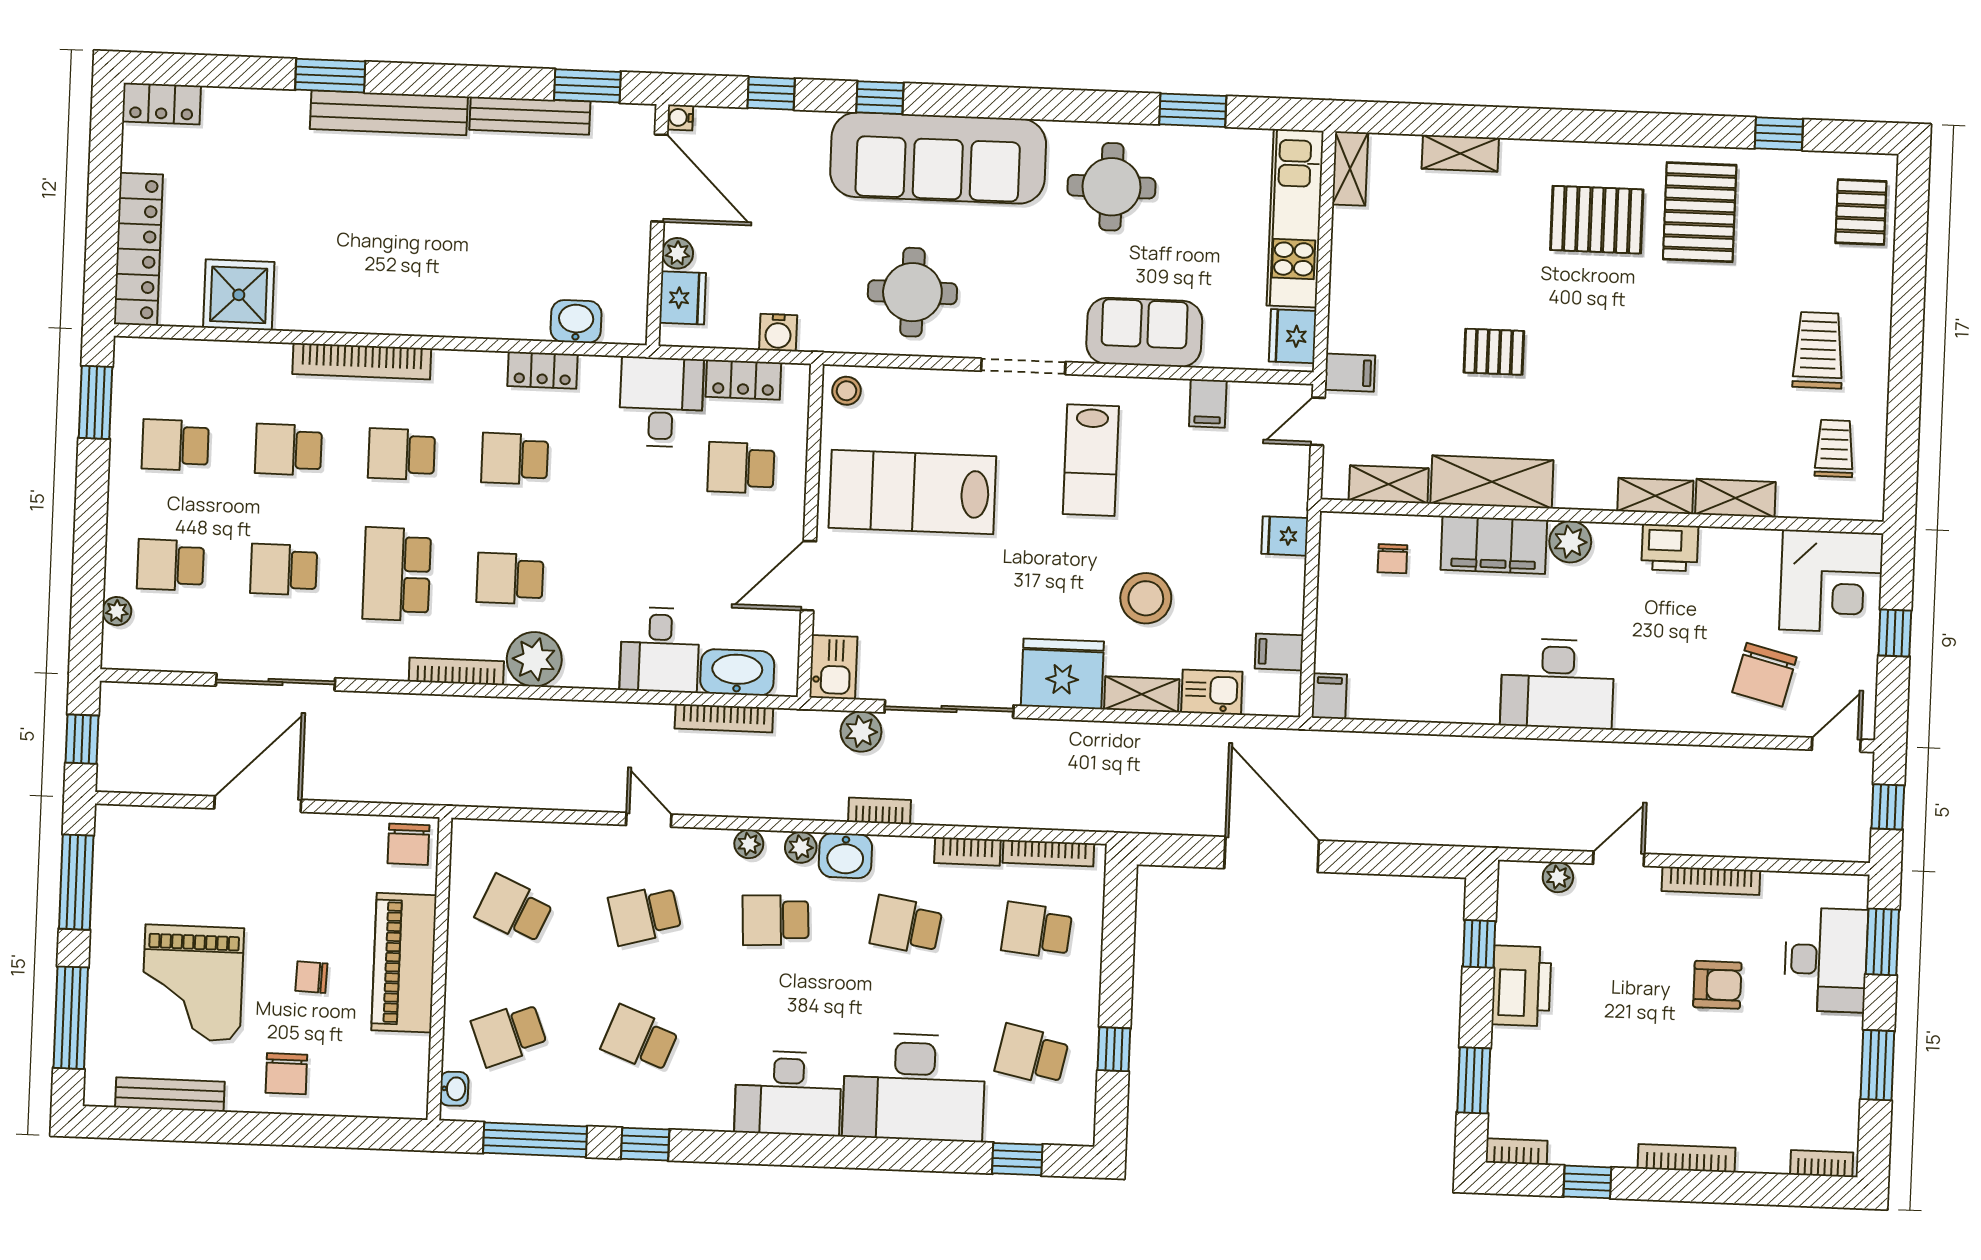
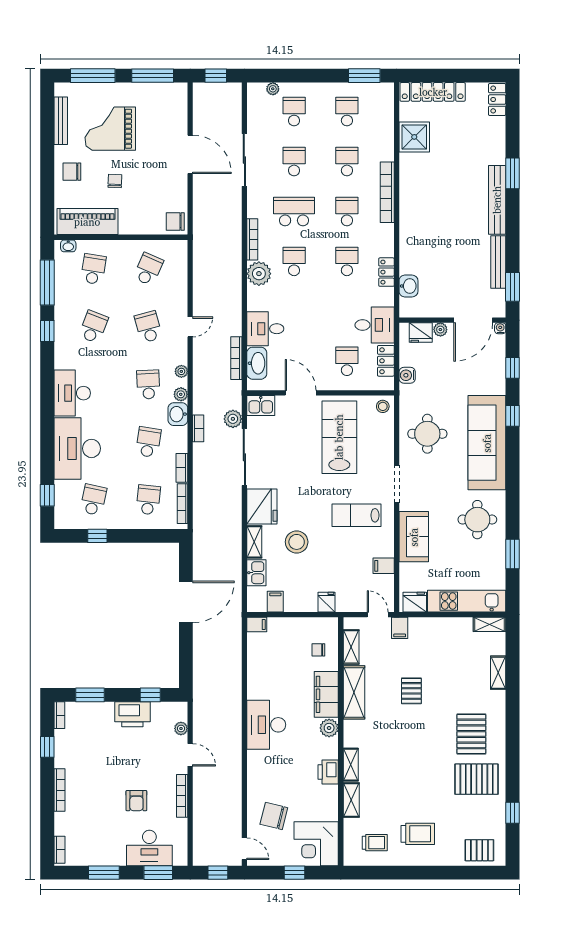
piano: (404, 963) -> (87, 222), moved
school desk: (509, 1034) -> (93, 269), turned 30

